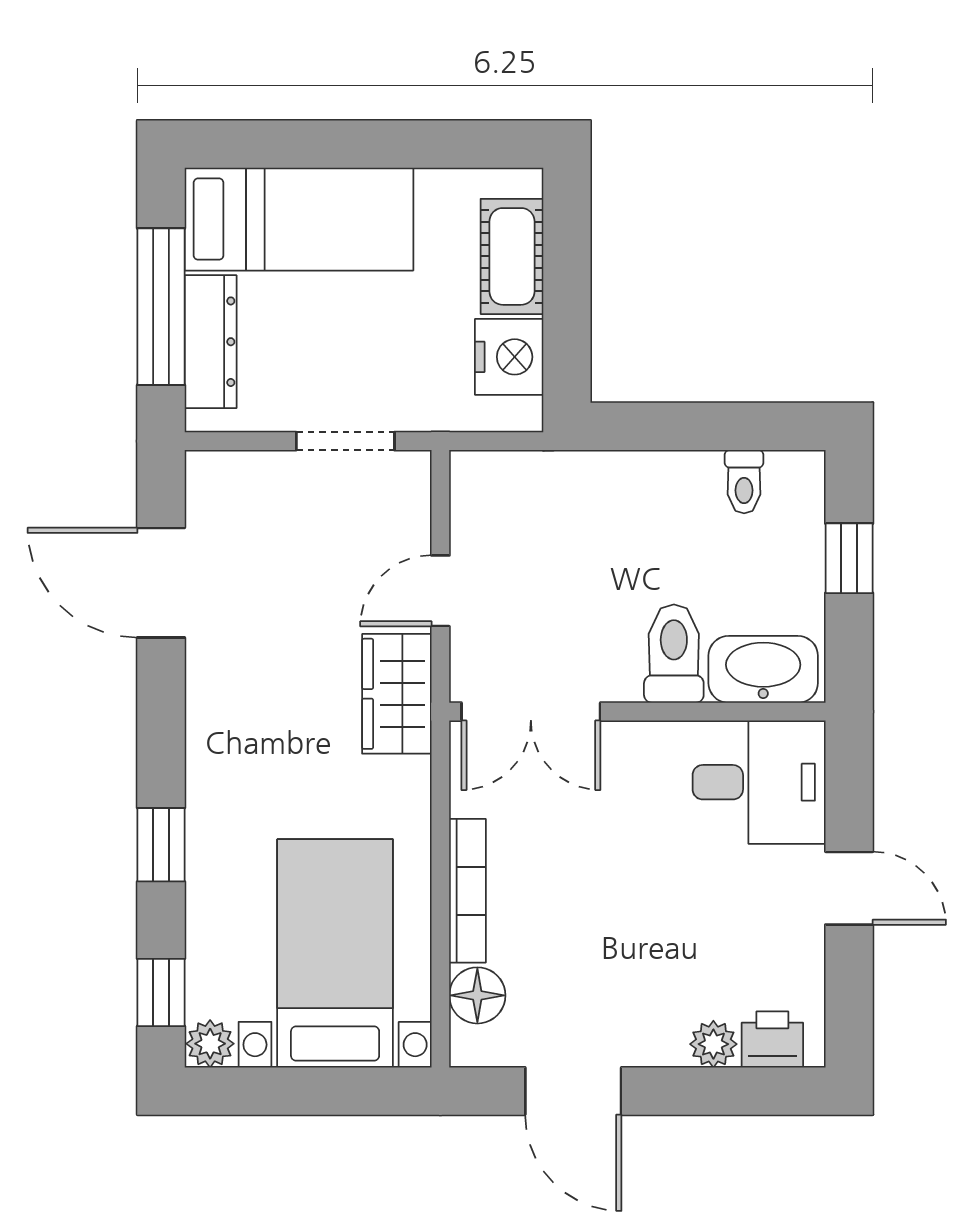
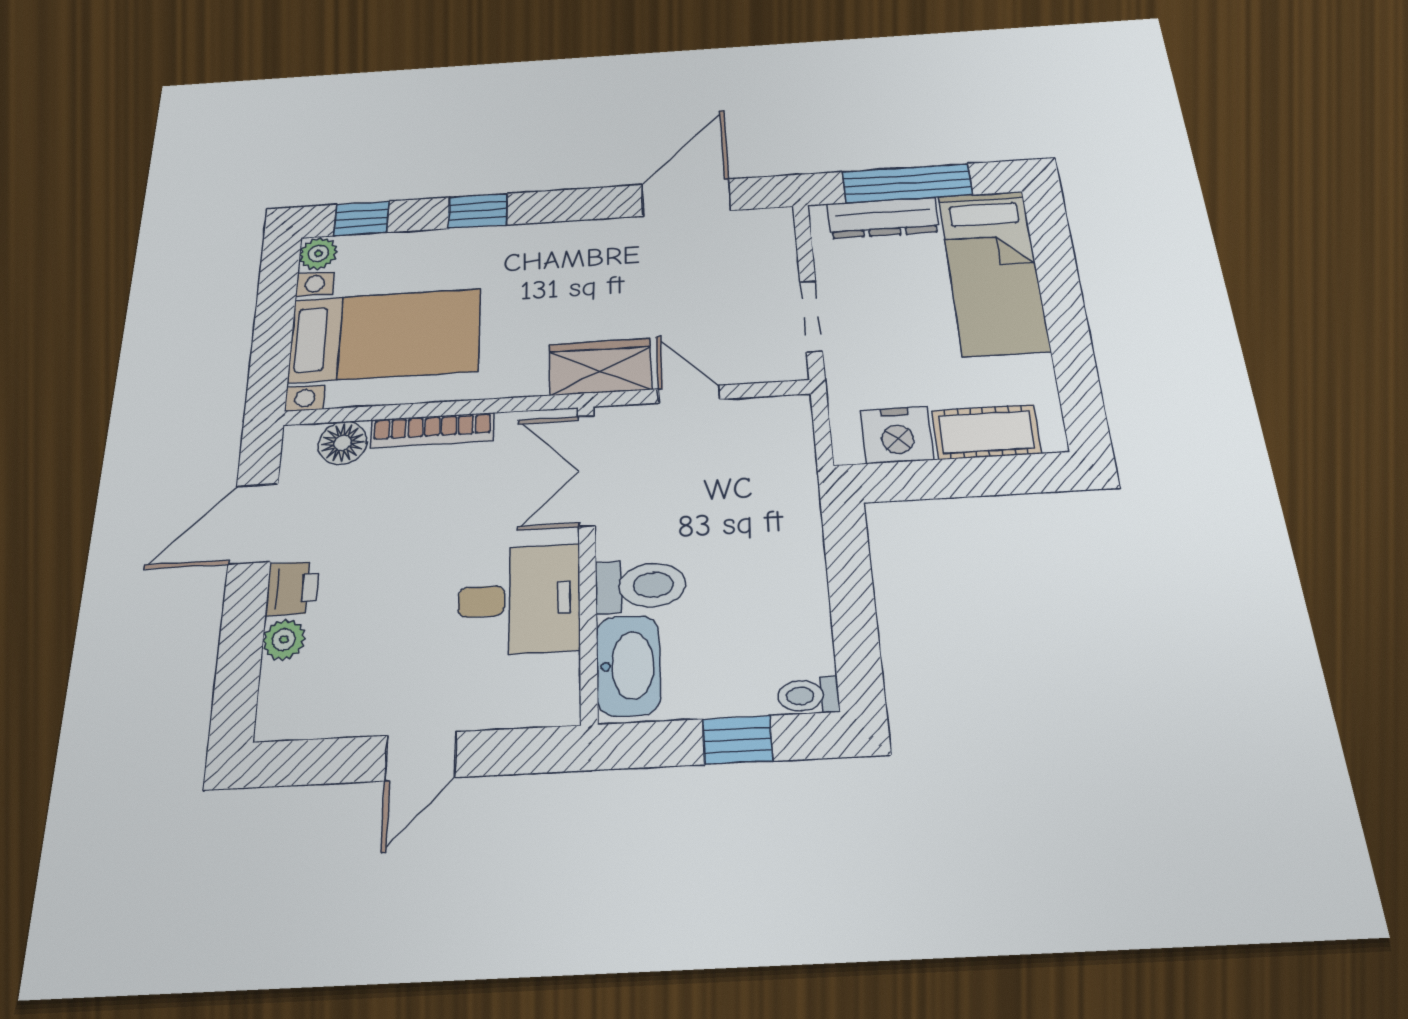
toilet: (744, 482) -> (808, 695), moved
desk: (759, 782) -> (519, 599), moved, turned -90
printer: (772, 1039) -> (292, 588), moved

